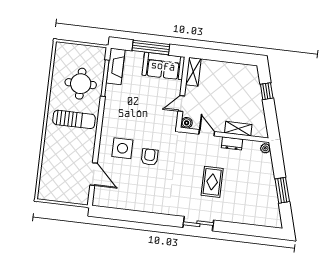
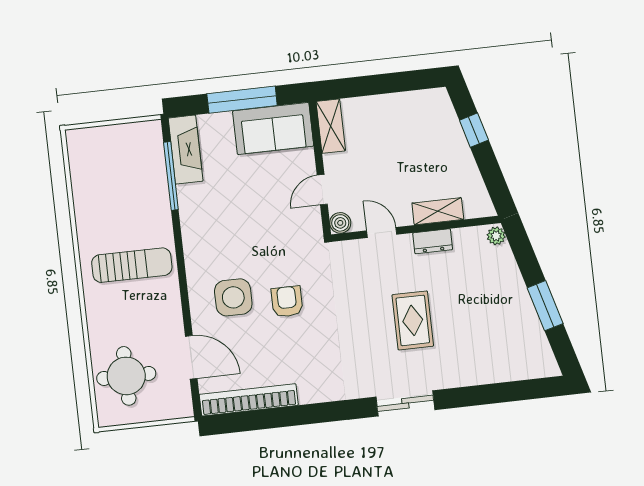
round table: (81, 84) -> (126, 376), moved
bookcase: (118, 203) -> (249, 400), added

